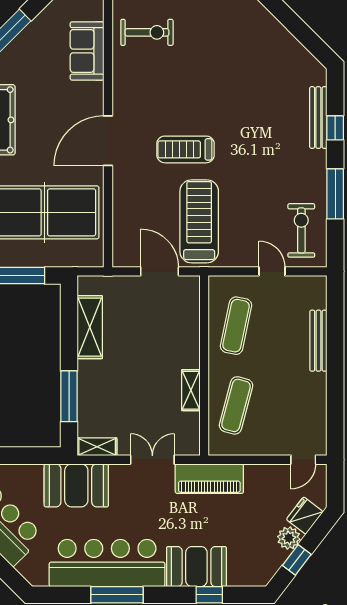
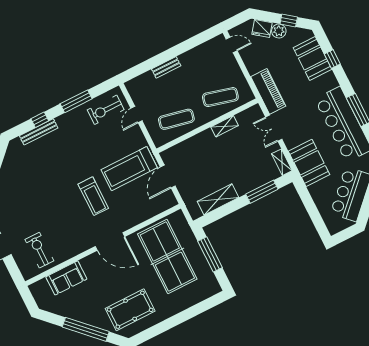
bench: (318, 341) -> (166, 67), width x0.73
booth: (196, 567) -> (312, 58), moved

